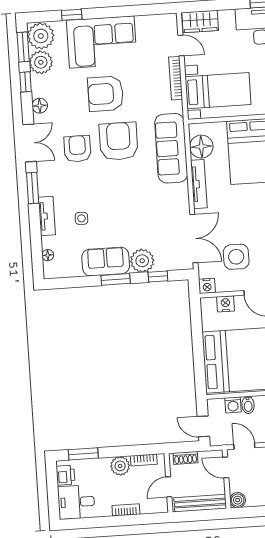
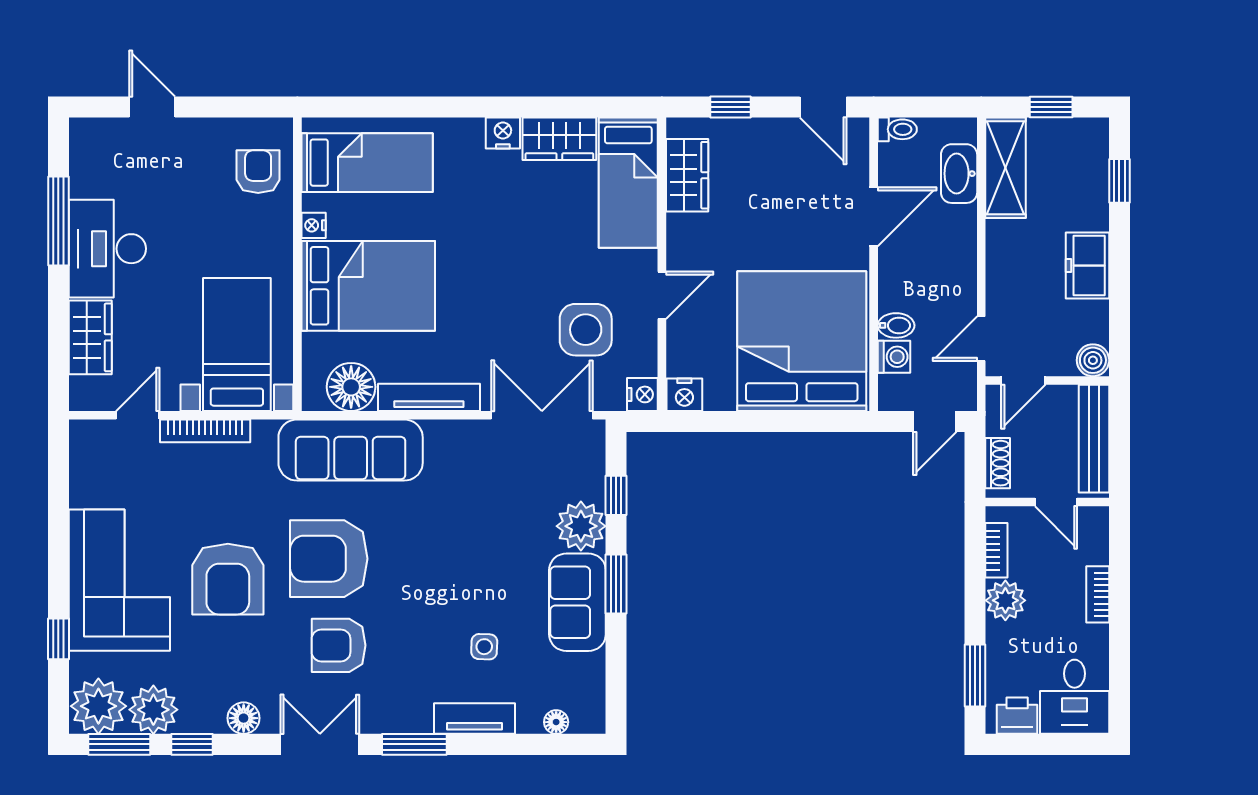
wardrobe: (200, 21) -> (90, 337), moved
nightstand: (225, 304) -> (684, 395), moved, turned -90

